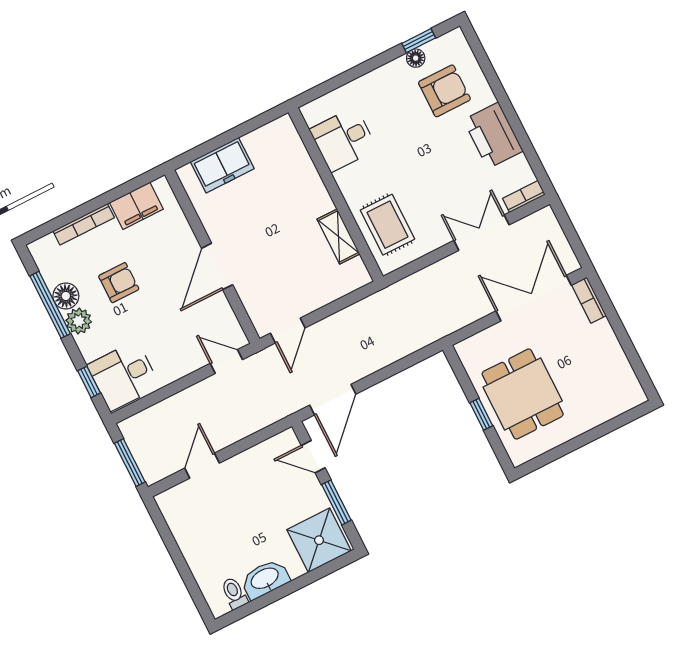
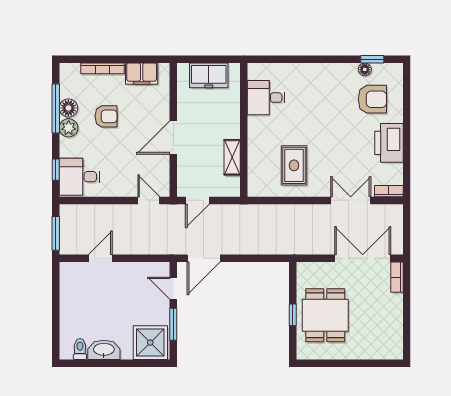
desk: (343, 139) -> (266, 98), moved
wall: (336, 194) -> (244, 130), moved
shelving: (339, 237) -> (232, 157), moved

